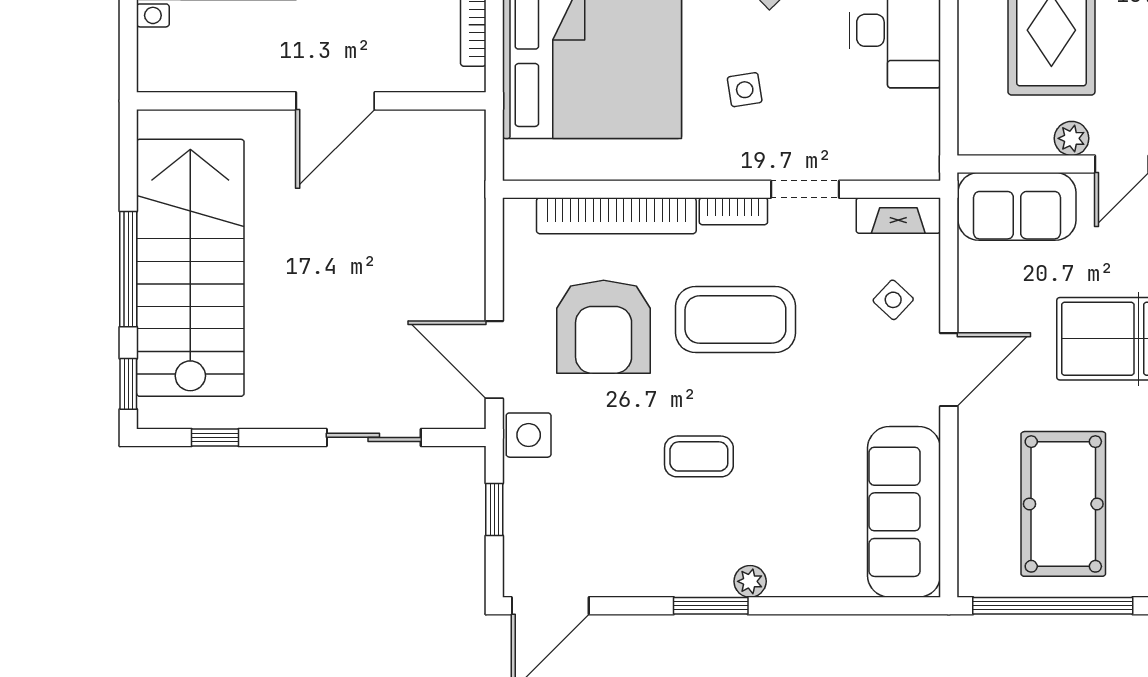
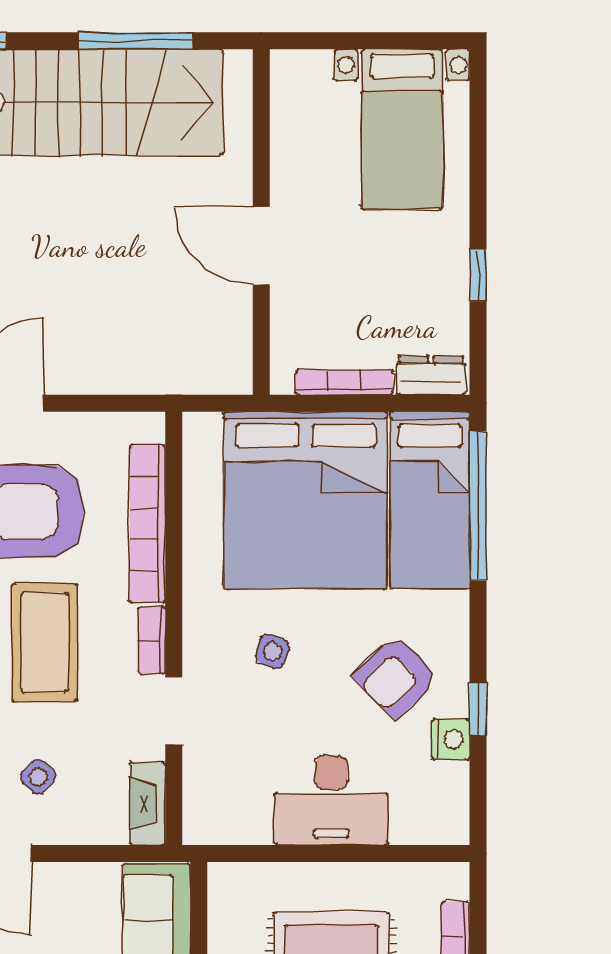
side table: (745, 90) -> (272, 651), turned 30
window: (128, 269) -> (135, 41), moved
side table: (893, 300) -> (38, 777), moved

